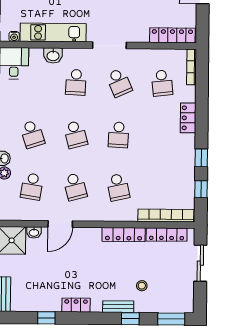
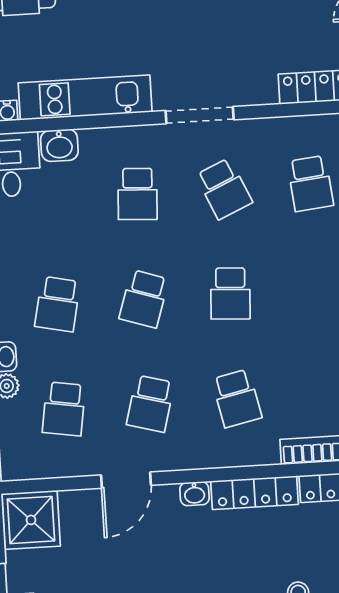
washbasin: (53, 55) -> (59, 145), moved
school desk: (32, 134) -> (58, 304), turned 30
school desk: (75, 135) -> (144, 299), turned 33
school desk: (75, 187) -> (150, 404), turned 30
washbasin: (34, 232) -> (195, 494), moved

